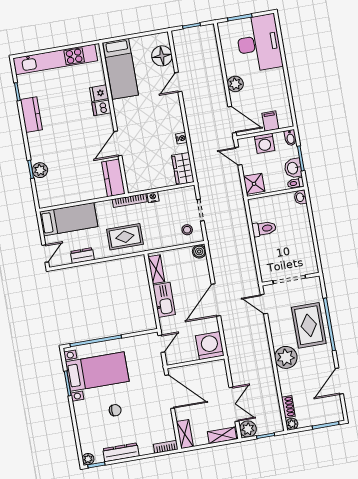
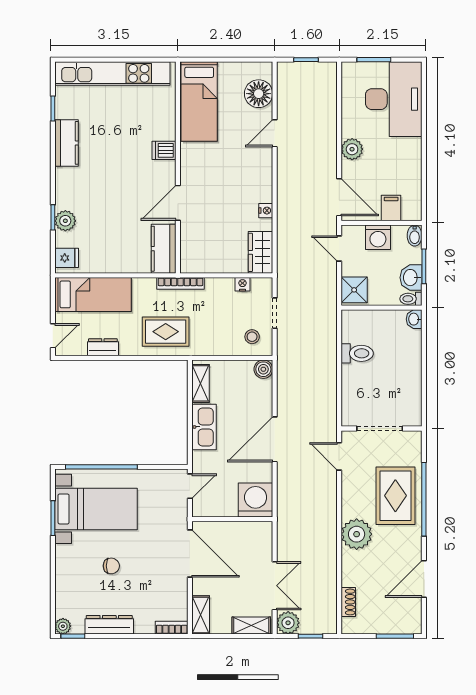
fridge: (99, 93) -> (67, 258), moved, turned 180
nightstand: (153, 197) -> (243, 284), moved
plant: (292, 424) -> (349, 626), removed

